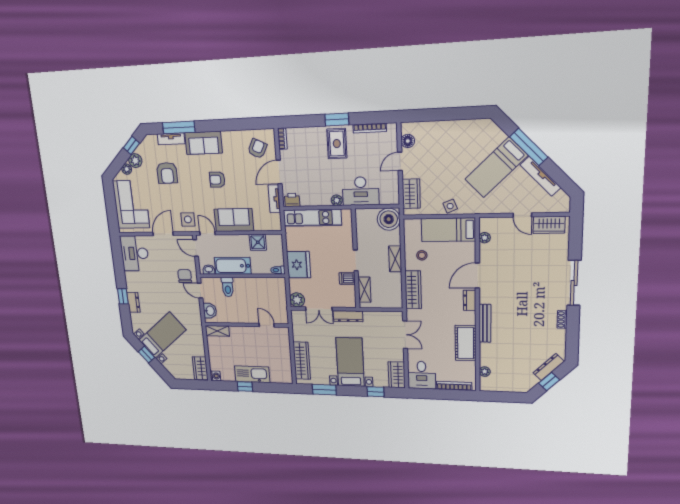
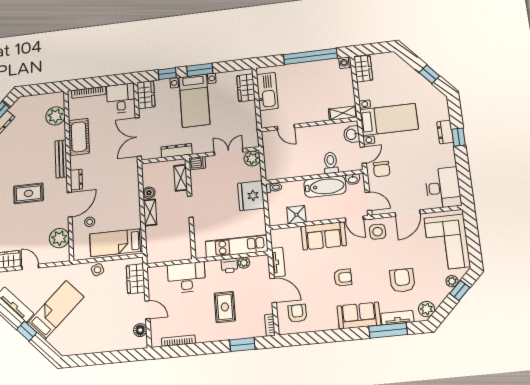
window: (337, 120) -> (242, 345), moved
rug: (337, 144) -> (225, 307), moved
window: (131, 145) -> (460, 291), moved
window: (529, 147) -> (27, 331), width x0.46
armchair: (257, 149) -> (297, 313), turned 153
plant: (135, 161) -> (427, 309), moved
door: (400, 161) -> (147, 310), hinge flipped
door: (279, 172) -> (273, 290), hinge flipped
printer: (292, 200) -> (229, 266), moved
plant: (337, 200) -> (244, 263), moved
boiler: (389, 219) -> (149, 193), moved, width x0.54, depth x0.54
bed: (448, 230) -> (116, 243), moved, turned 180
plant: (485, 238) -> (59, 238), width x1.88, depth x1.88
stool: (422, 255) -> (90, 222), moved
dishwasher: (347, 278) -> (197, 163), moved
wardrobe: (413, 290) -> (131, 183), removed
door: (200, 291) -> (363, 155), hinge flipped
rug: (521, 292) -> (28, 193), added
dresser: (348, 316) -> (177, 151), moved
bed with nightstands: (162, 335) -> (389, 119), moved, turned -140
double door: (405, 335) -> (138, 137), width x1.37
wardrobe: (302, 361) -> (246, 88), width x0.67
plant: (485, 372) -> (56, 116), width x1.88, depth x1.88
kitchen sink: (252, 374) -> (267, 91), moved, turned -90
window: (245, 386) -> (310, 56), width x3.17
window: (324, 390) -> (200, 70), moved

